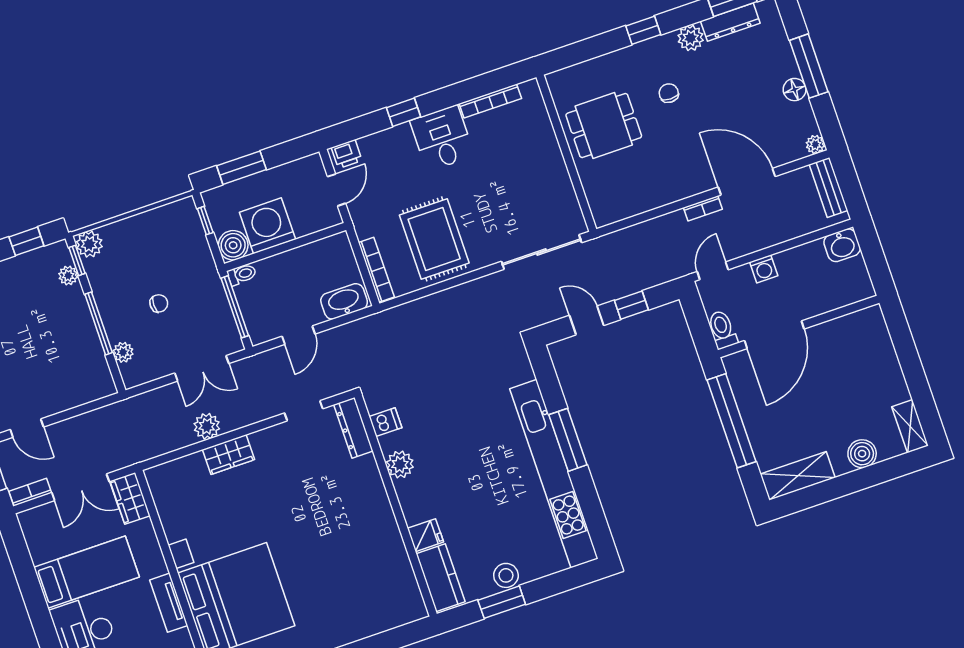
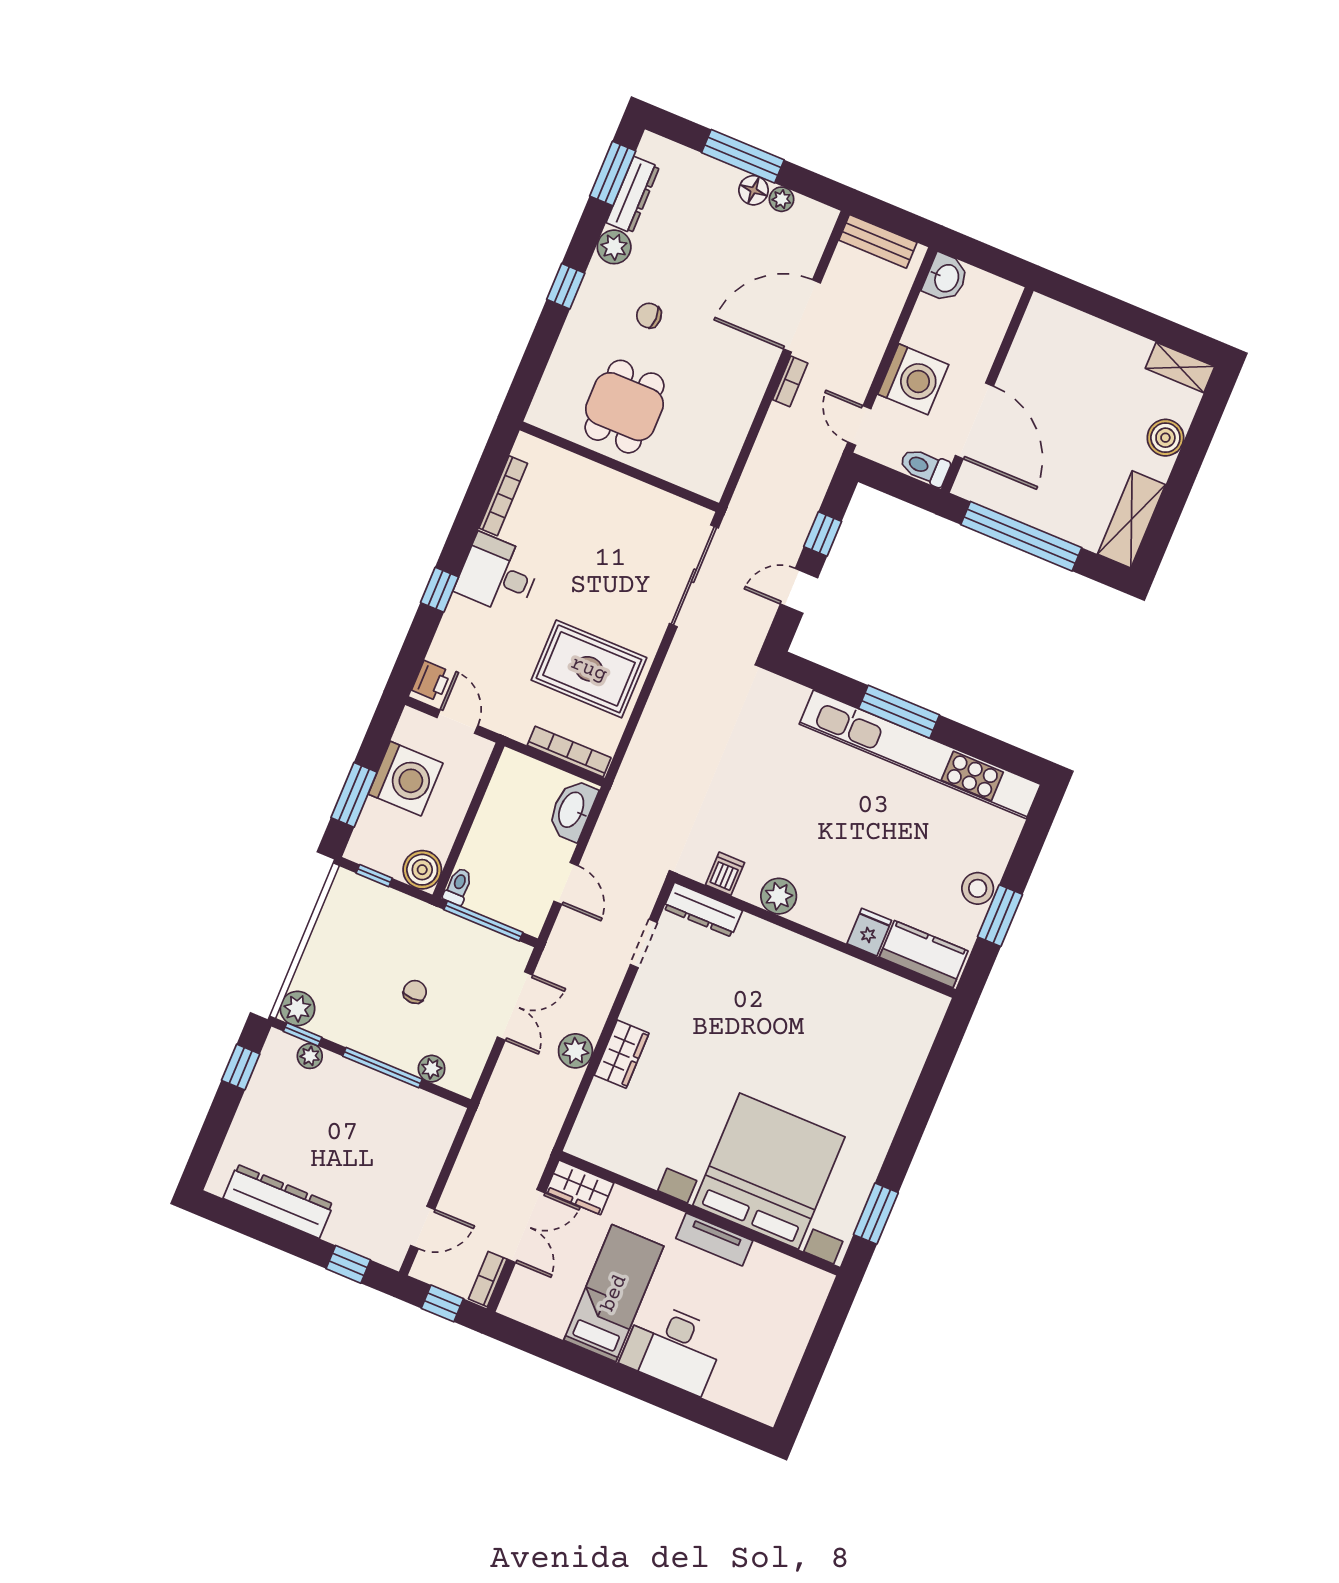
plant: (815, 144) -> (781, 199), moved
washing machine: (267, 226) -> (406, 779), moved, turned 180
washing machine: (764, 269) -> (913, 379), width x1.89, depth x1.89

